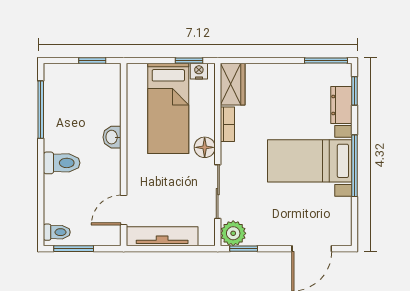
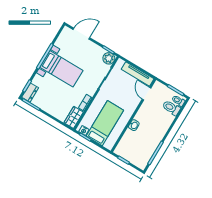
dresser: (341, 105) -> (30, 93), moved
floor lamp: (205, 147) -> (100, 99), removed
toilet: (62, 163) -> (171, 108), moved
door: (124, 210) -> (147, 94), swing flipped

